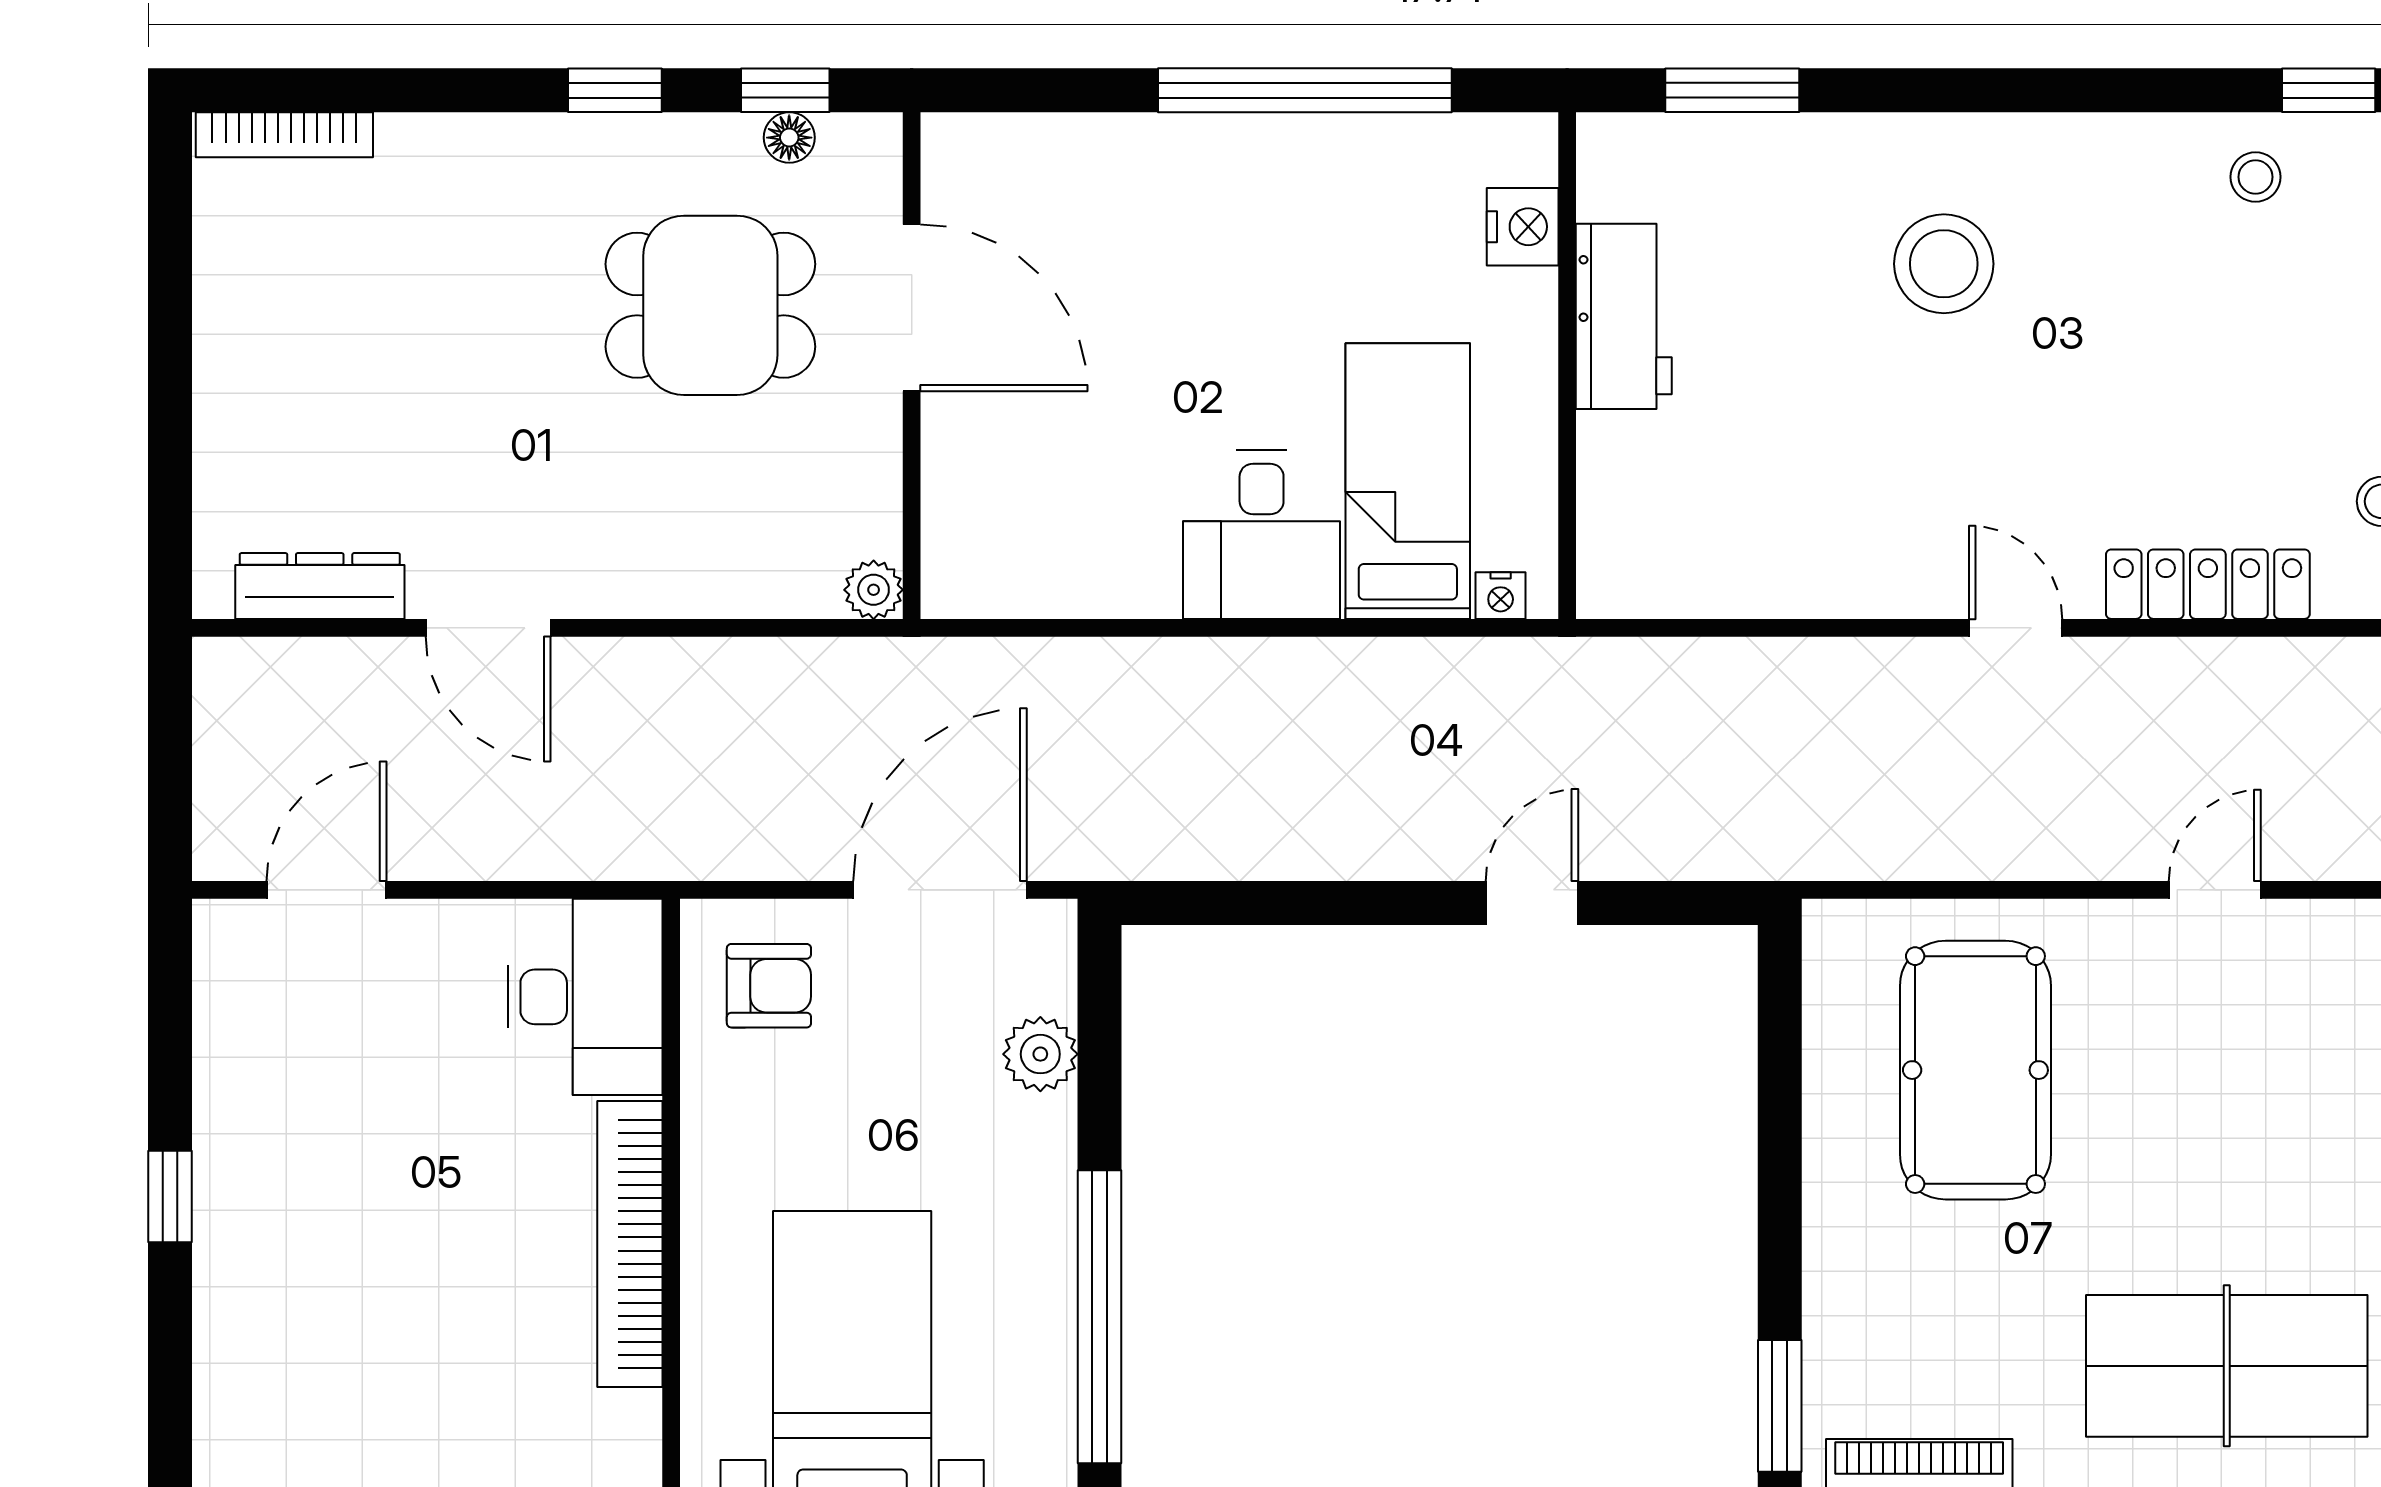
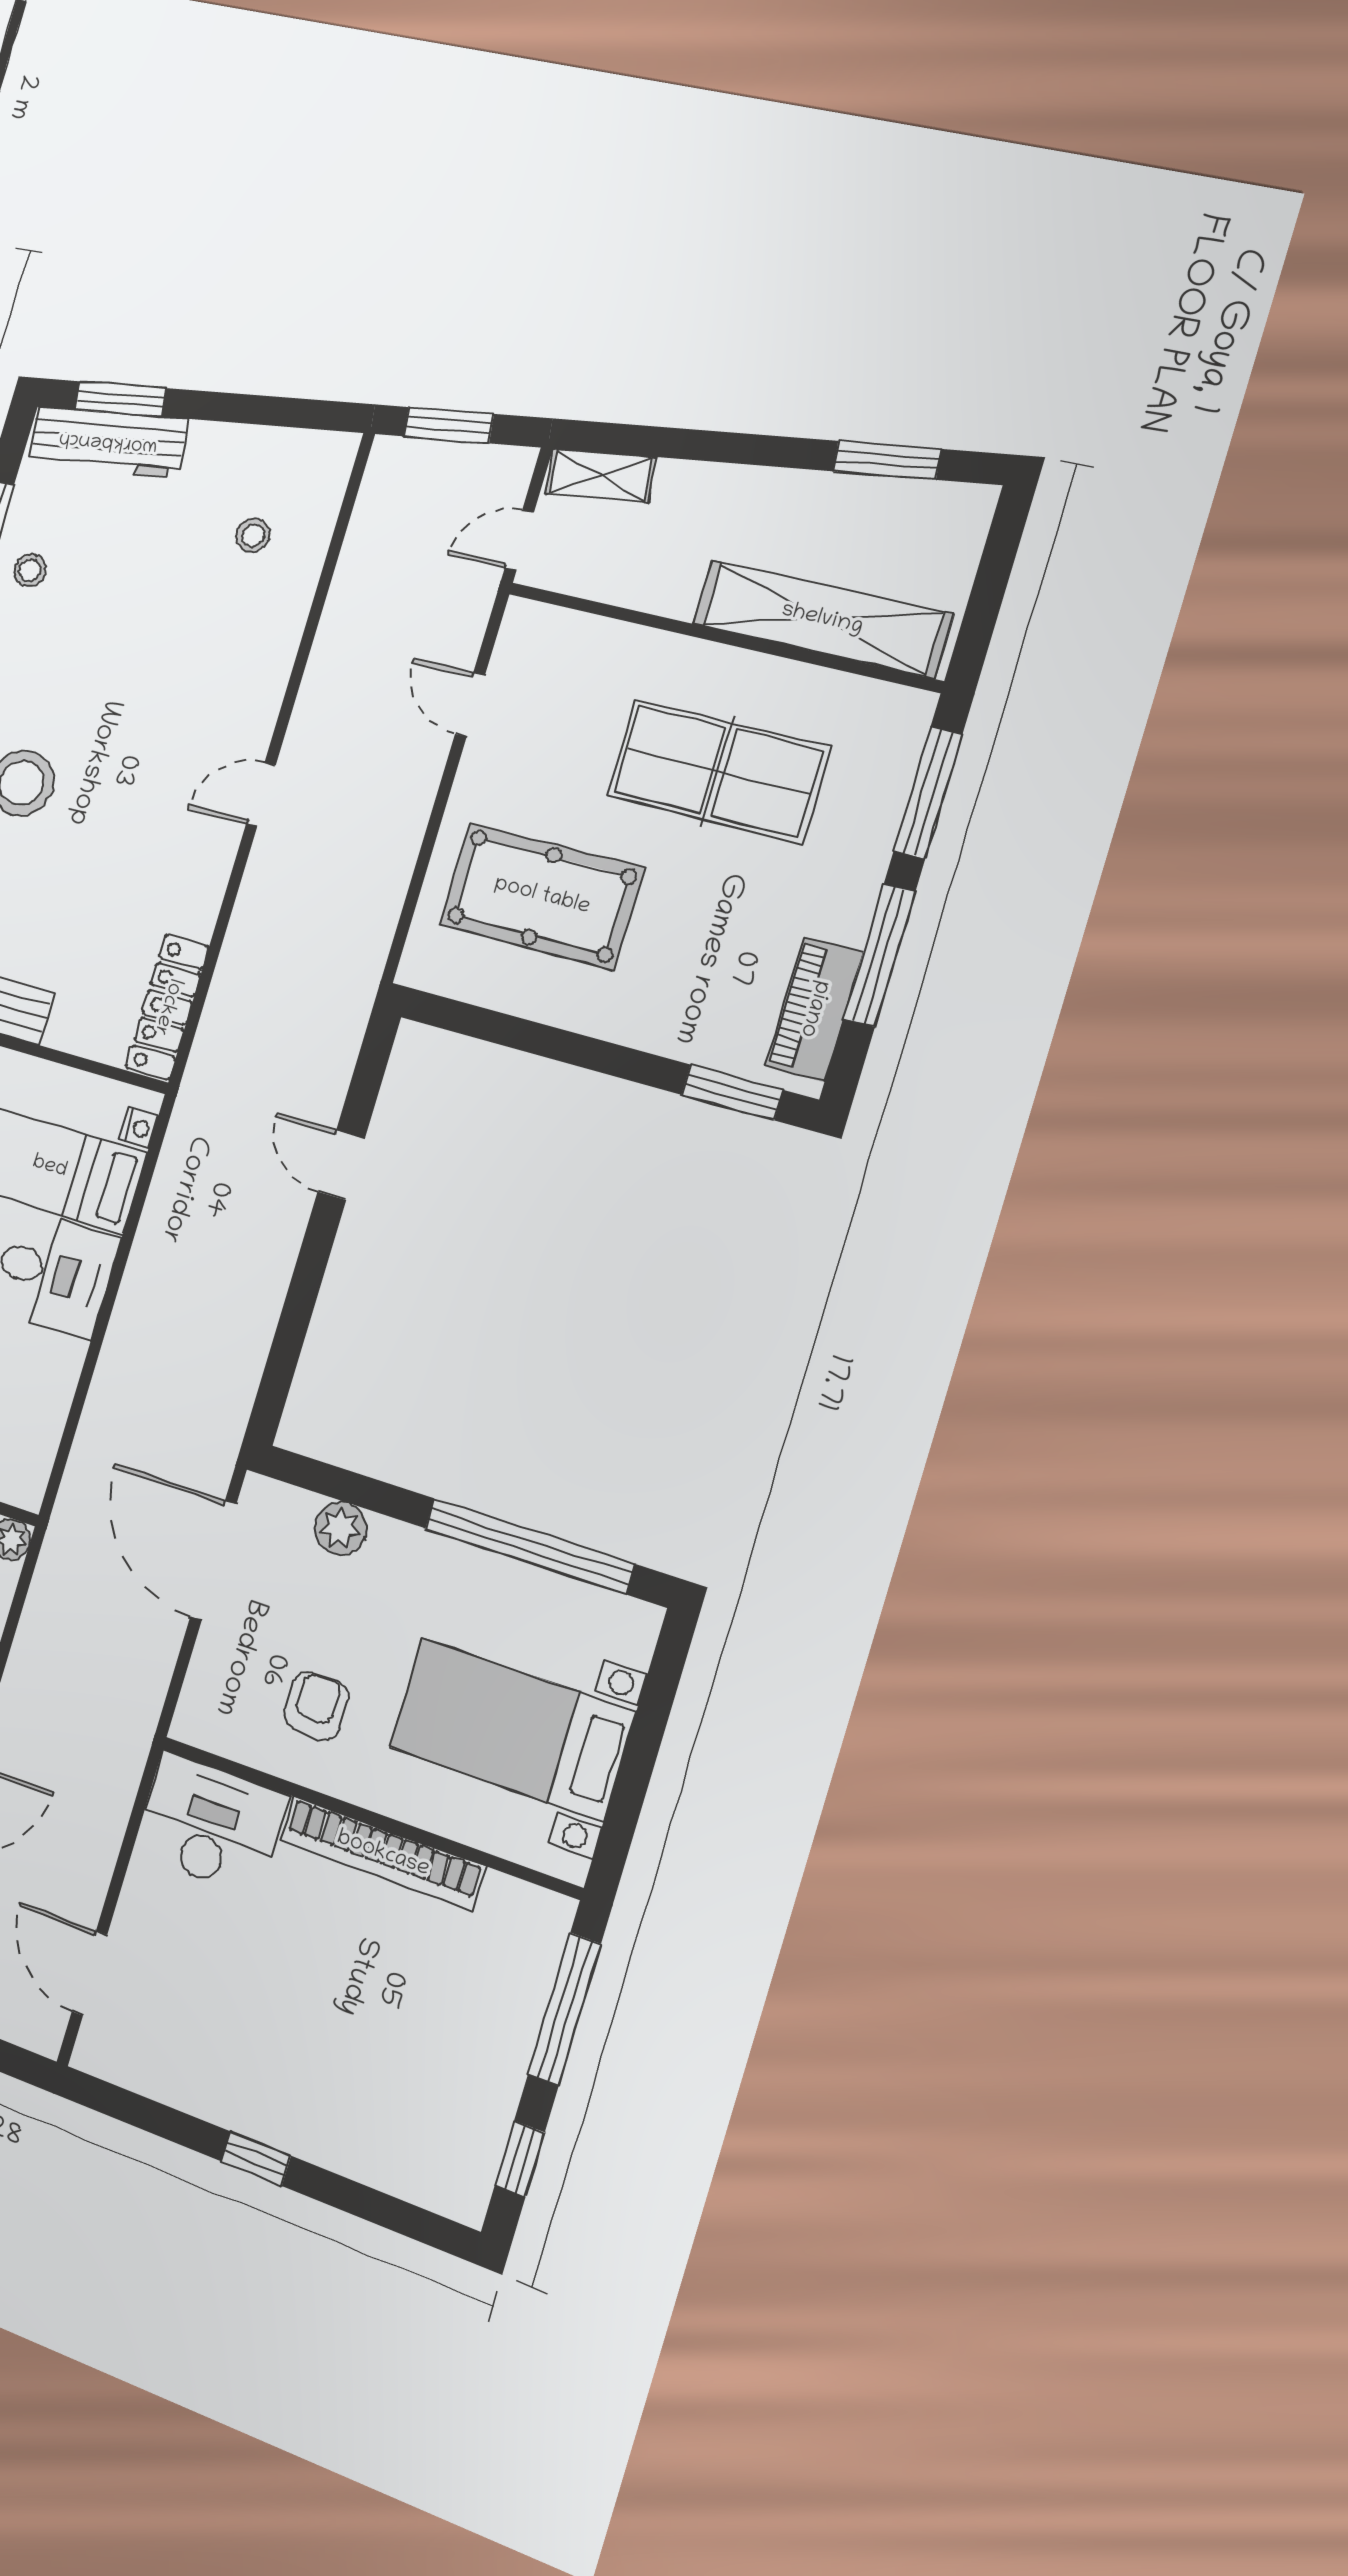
locker: (2208, 584) -> (167, 1007), moved
armchair: (769, 986) -> (316, 1706), moved
table tennis table: (2227, 1366) -> (718, 771), moved, turned 90

